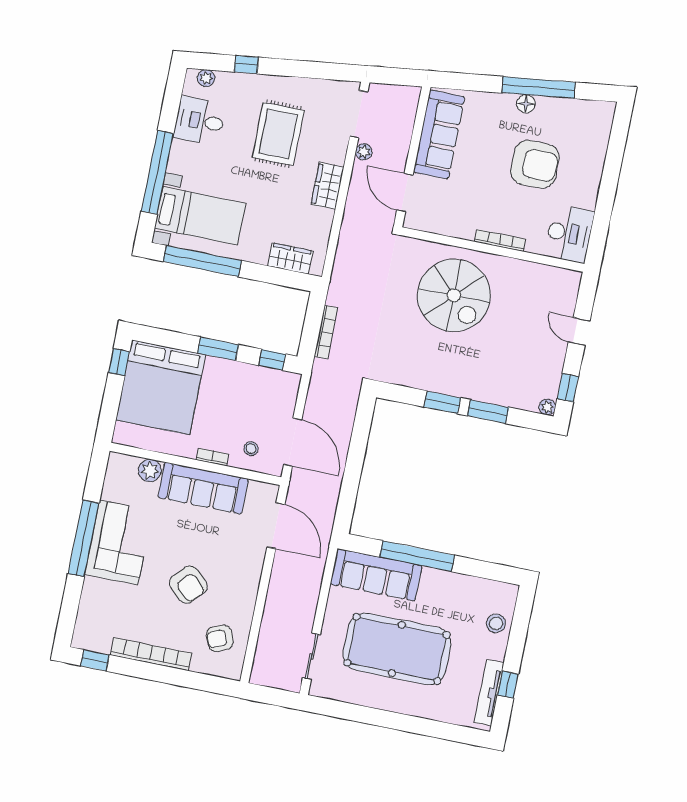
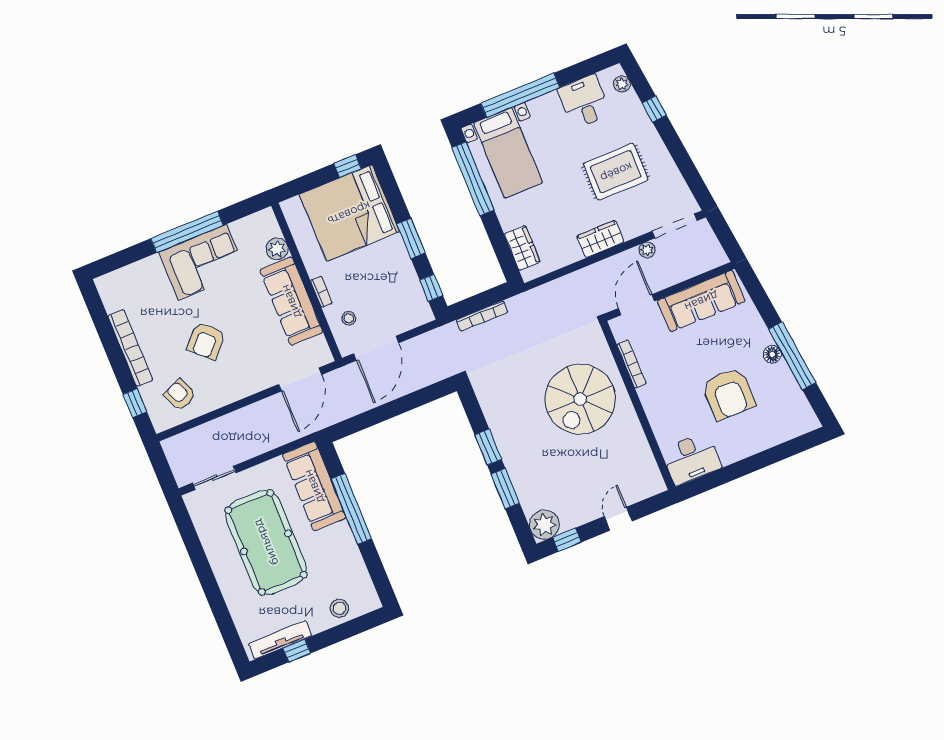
bookcase: (500, 240) -> (631, 364), moved
plant: (547, 407) -> (544, 525), width x1.88, depth x1.88
window: (95, 660) -> (135, 403), moved

